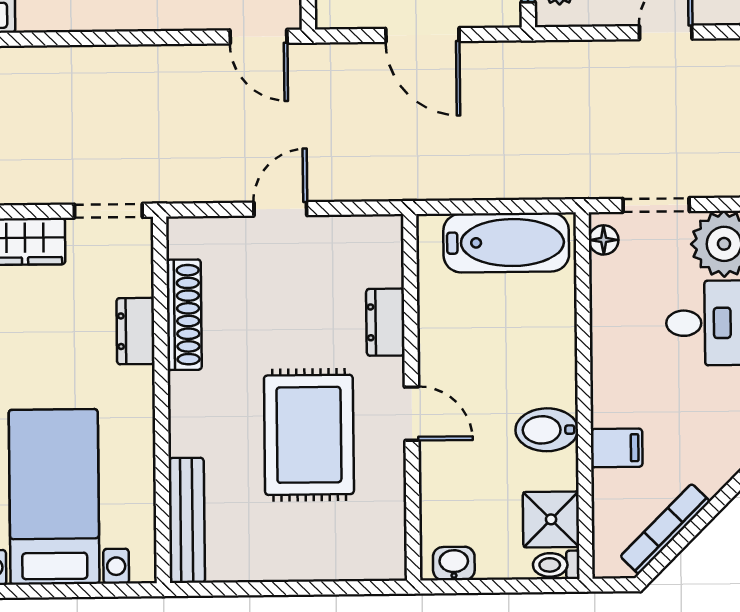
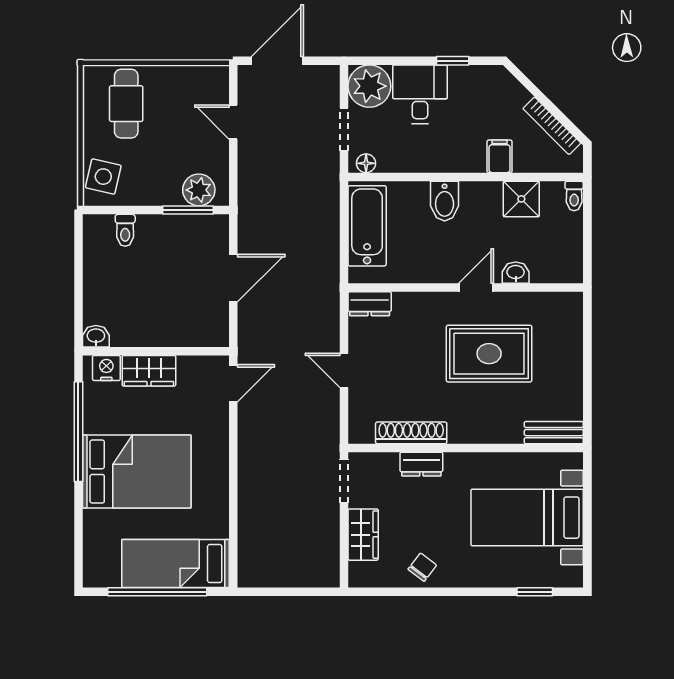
dresser: (385, 322) -> (370, 304), moved
bidet: (547, 430) -> (445, 201), moved
shower: (551, 519) -> (521, 199), moved
bench: (187, 520) -> (554, 433), width x0.73
washbasin: (454, 563) -> (516, 273), moved, turned 90

